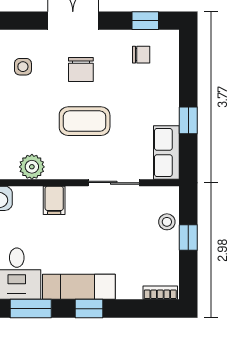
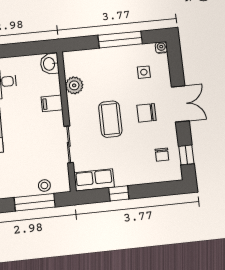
window: (188, 237) -> (35, 202), width x2.17

